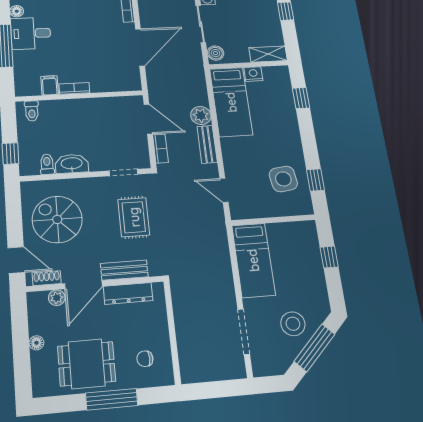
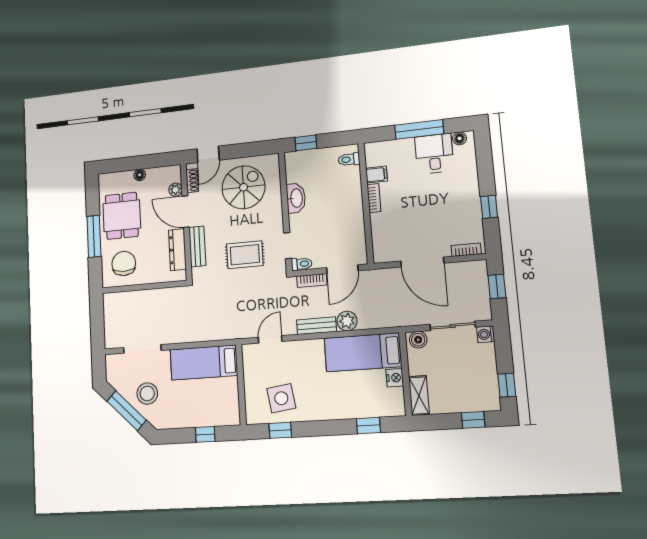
toilet: (47, 164) -> (302, 264), moved
chair: (145, 359) -> (124, 264), width x1.87, depth x1.87

